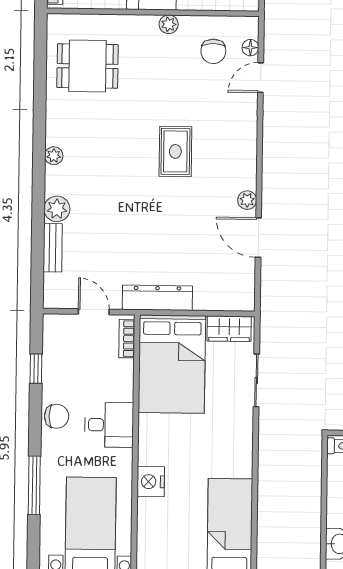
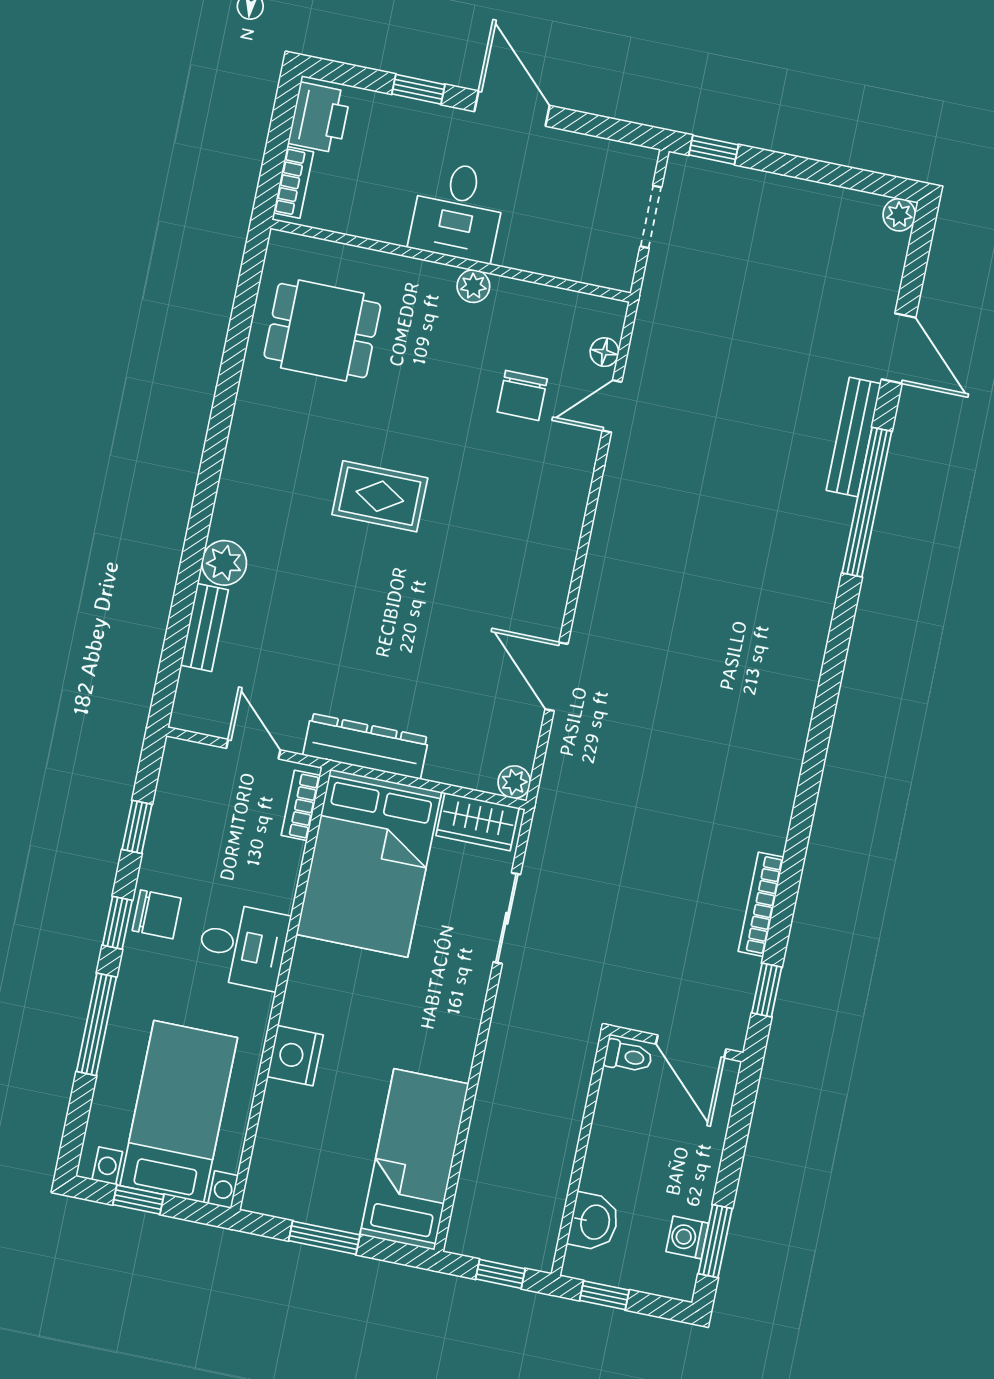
chair: (213, 51) -> (522, 395), moved
rug: (175, 151) -> (380, 496), moved, turned 90
plant: (54, 156) -> (236, 472), removed
plant: (247, 200) -> (514, 782), moved
window: (35, 425) -> (117, 923), added

